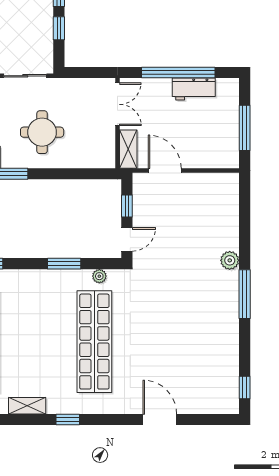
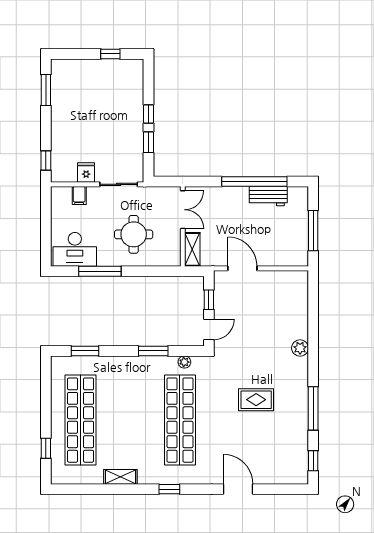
double door: (117, 104) -> (183, 210), moved
wall: (117, 123) -> (183, 226), moved
shelving: (128, 149) -> (192, 249), moved
window: (245, 294) -> (313, 408), moved
rug: (180, 319) -> (256, 400), added
window: (68, 420) -> (169, 489), moved

